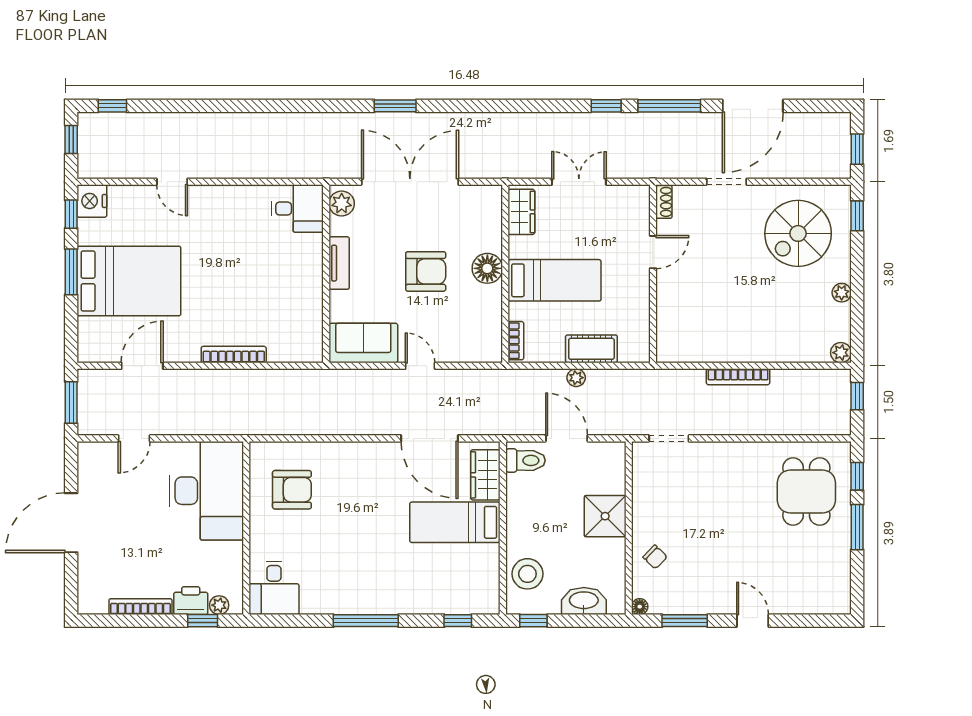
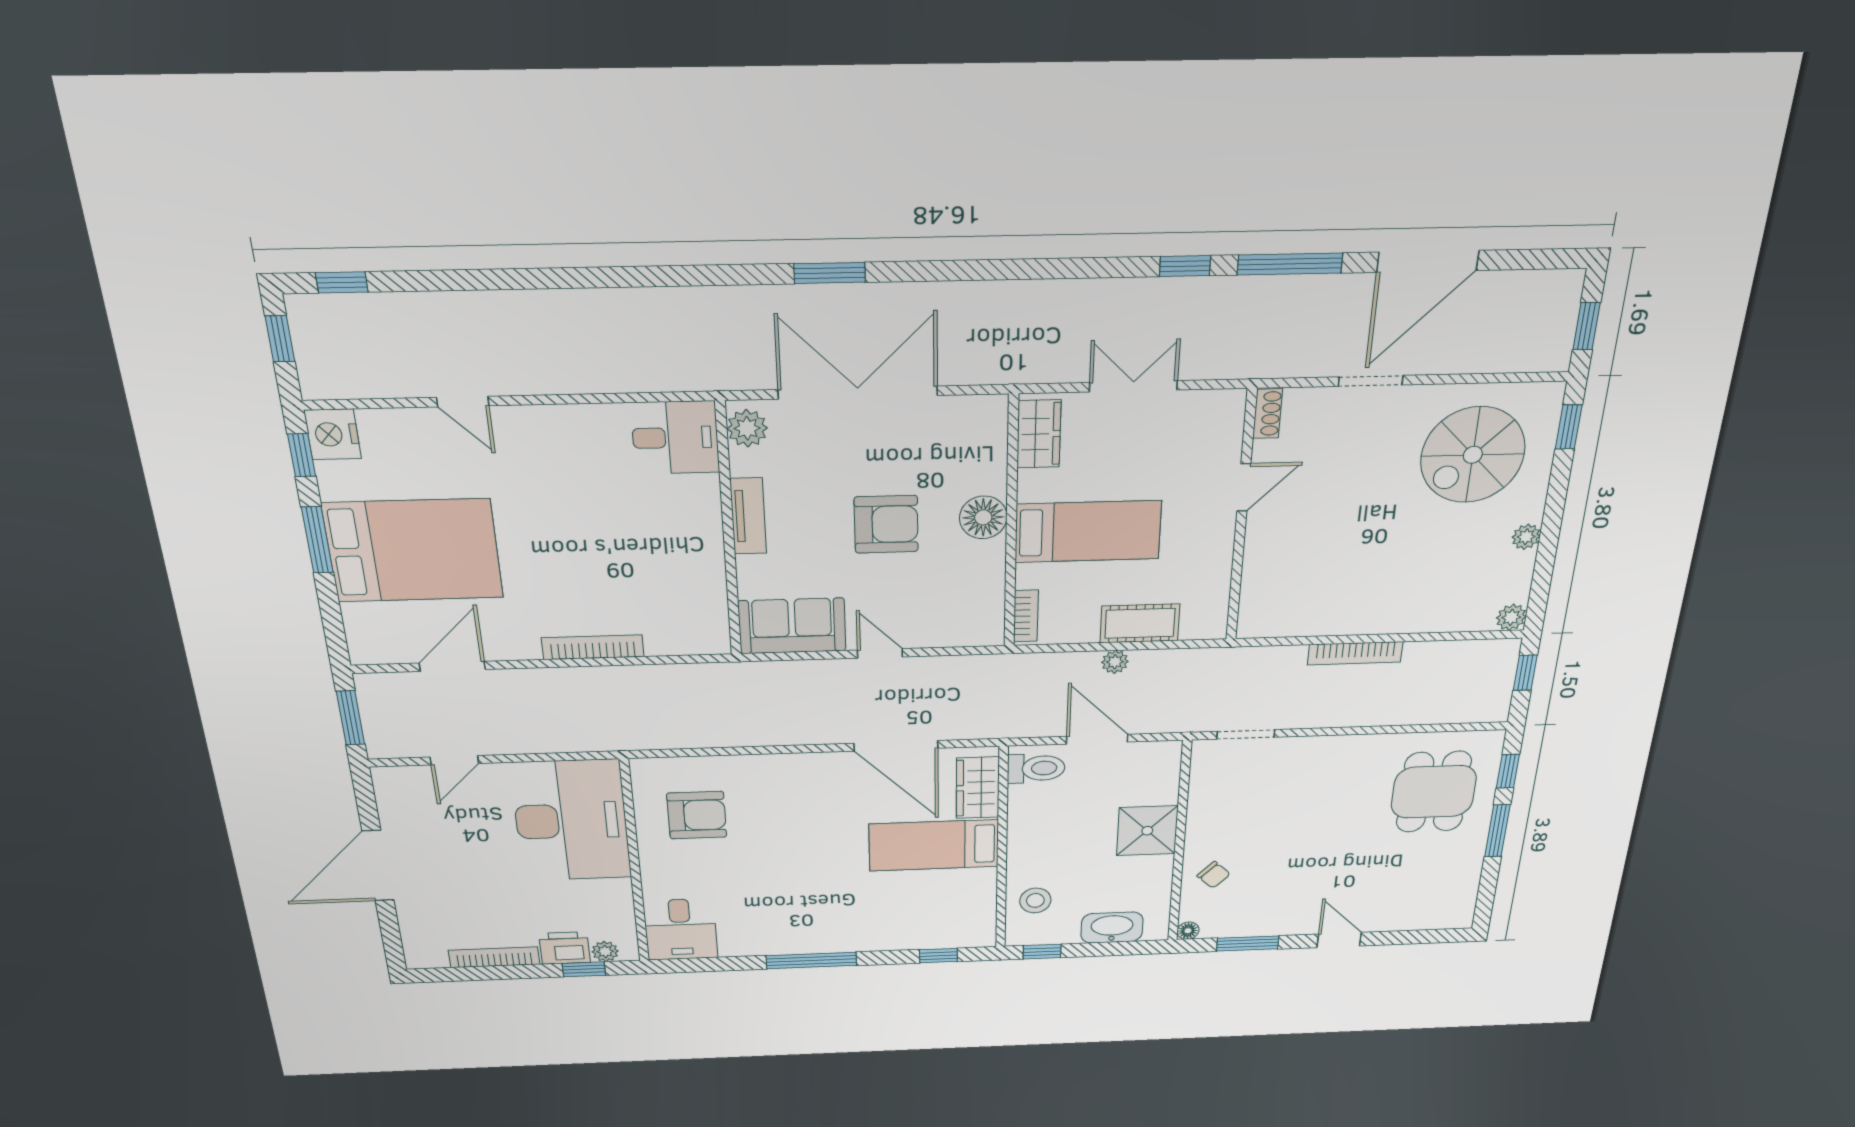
stool: (527, 574) -> (1035, 900), width x0.73, depth x0.73

